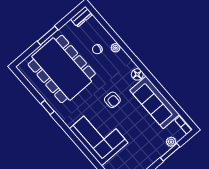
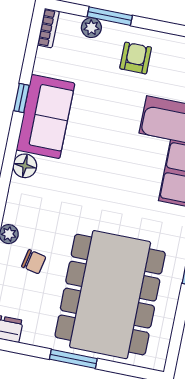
window: (165, 93) -> (21, 98), added
armchair: (112, 100) -> (136, 58), moved
sofa: (155, 102) -> (46, 117), width x0.73

